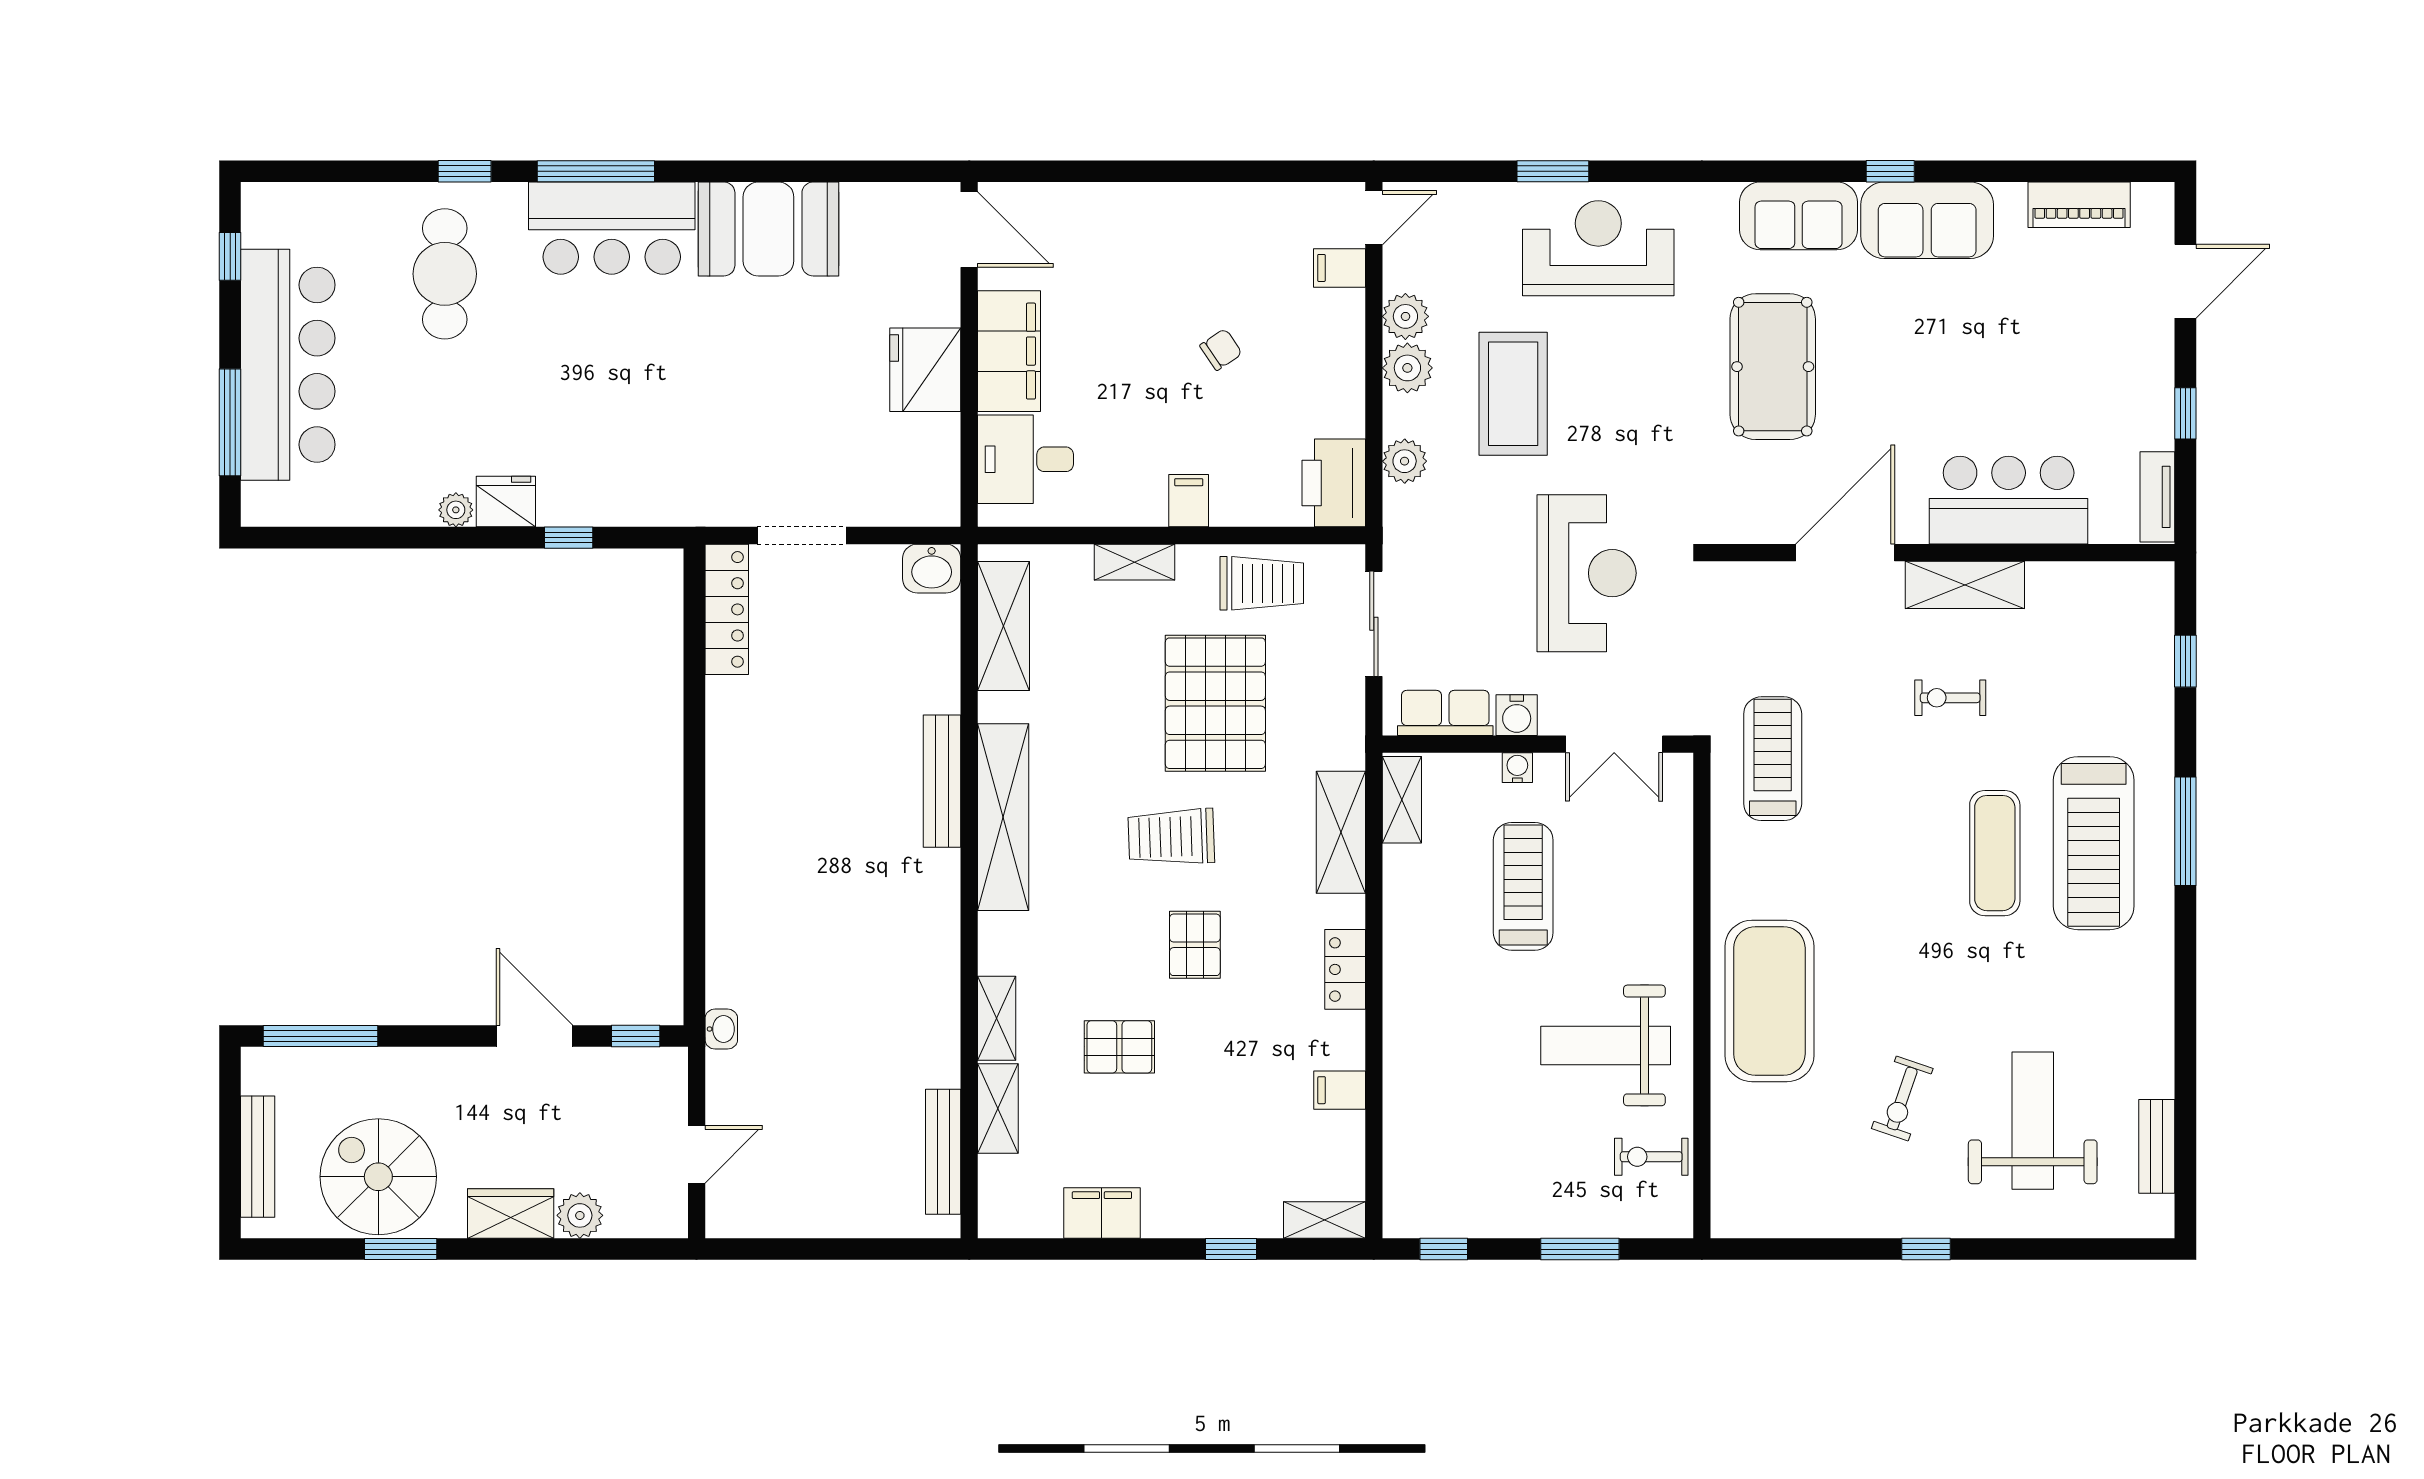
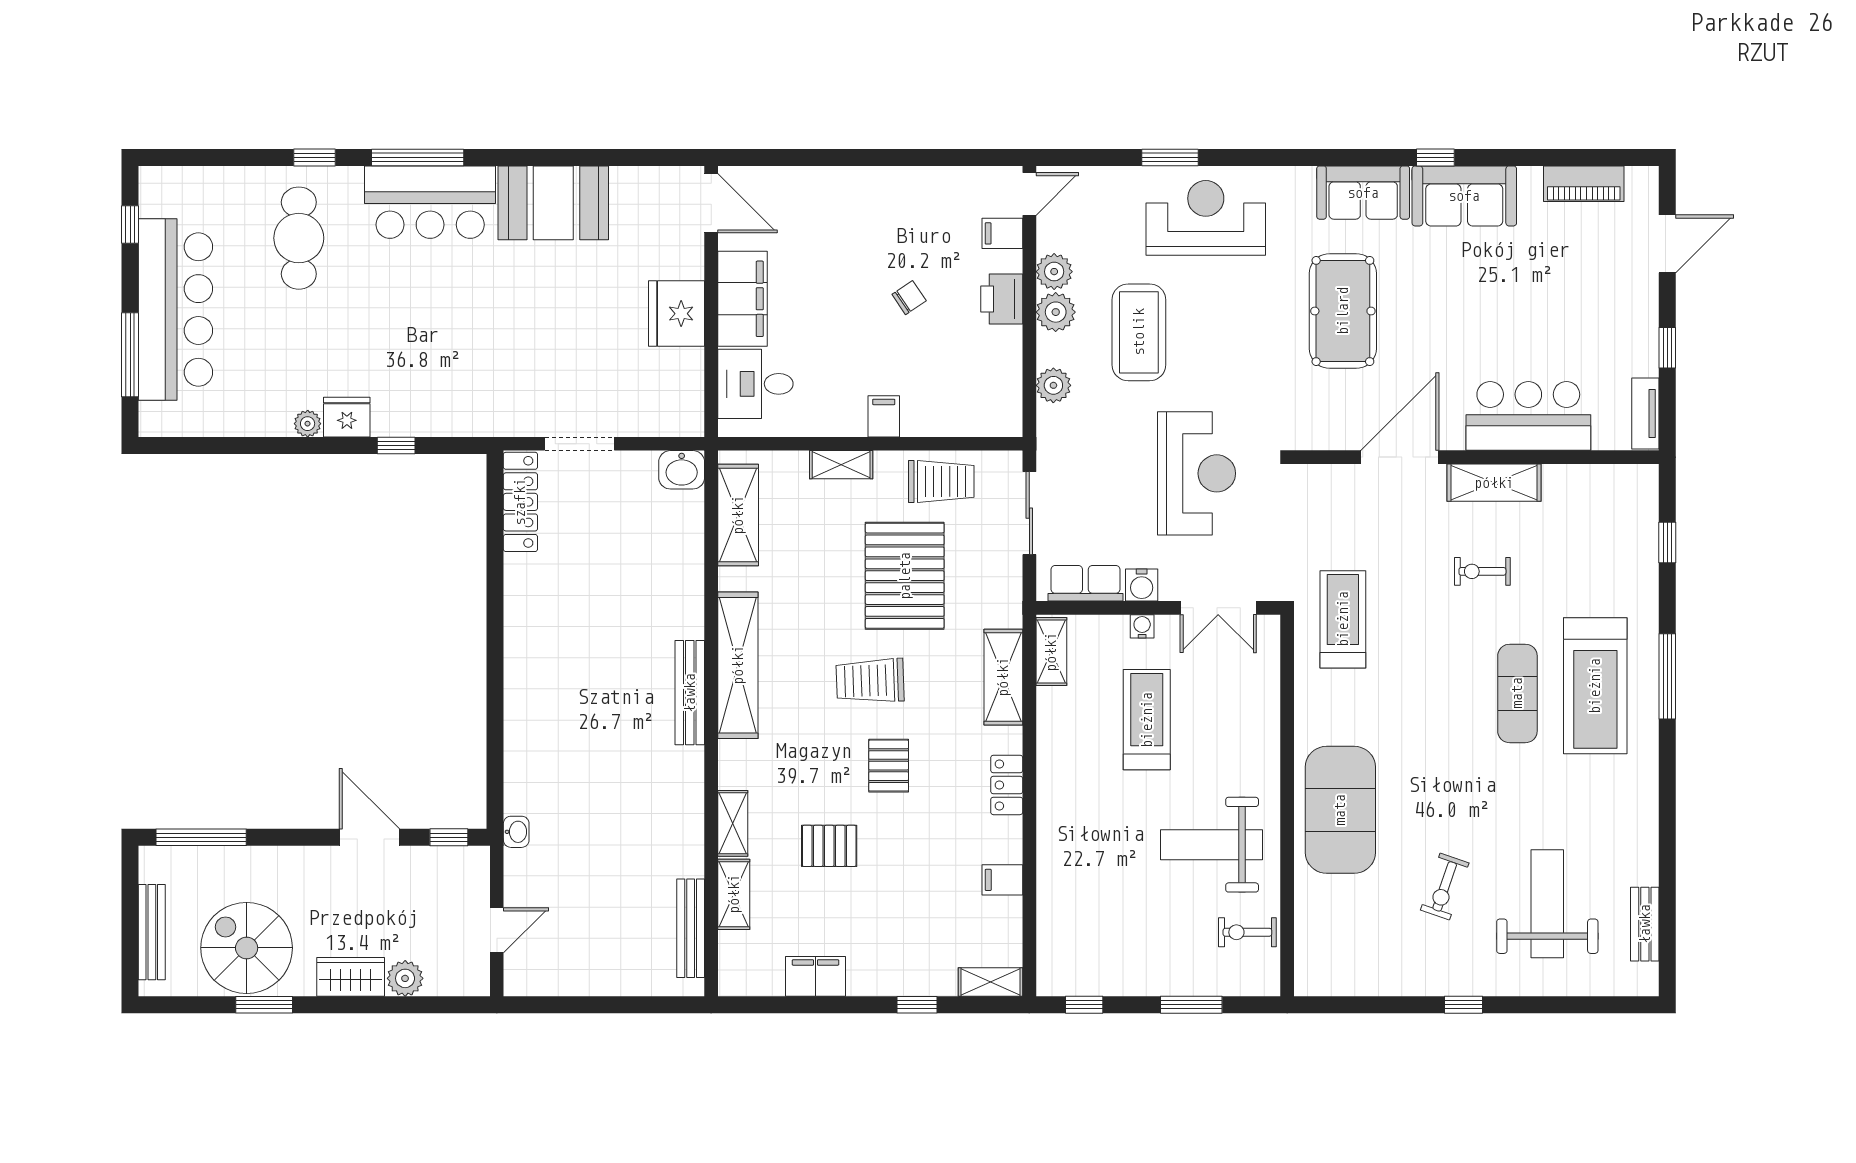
printer: (1334, 483) -> (1002, 299), moved, width x0.73, depth x0.84
bench: (942, 781) -> (690, 693), moved

